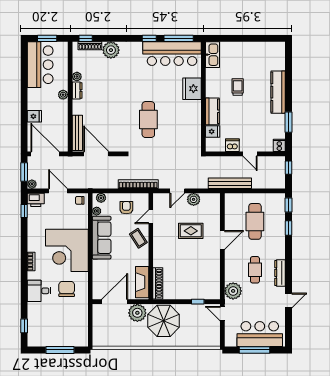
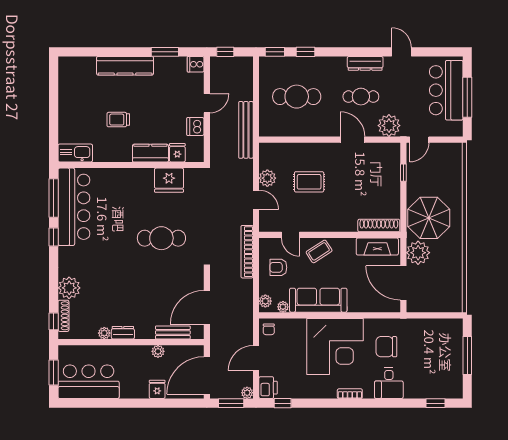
fridge: (192, 89) -> (169, 180), moved
plant: (63, 95) -> (158, 351), moved
bench: (77, 133) -> (173, 332), width x0.73
rug: (191, 231) -> (309, 182), turned 90
door: (222, 240) -> (353, 140), moved

